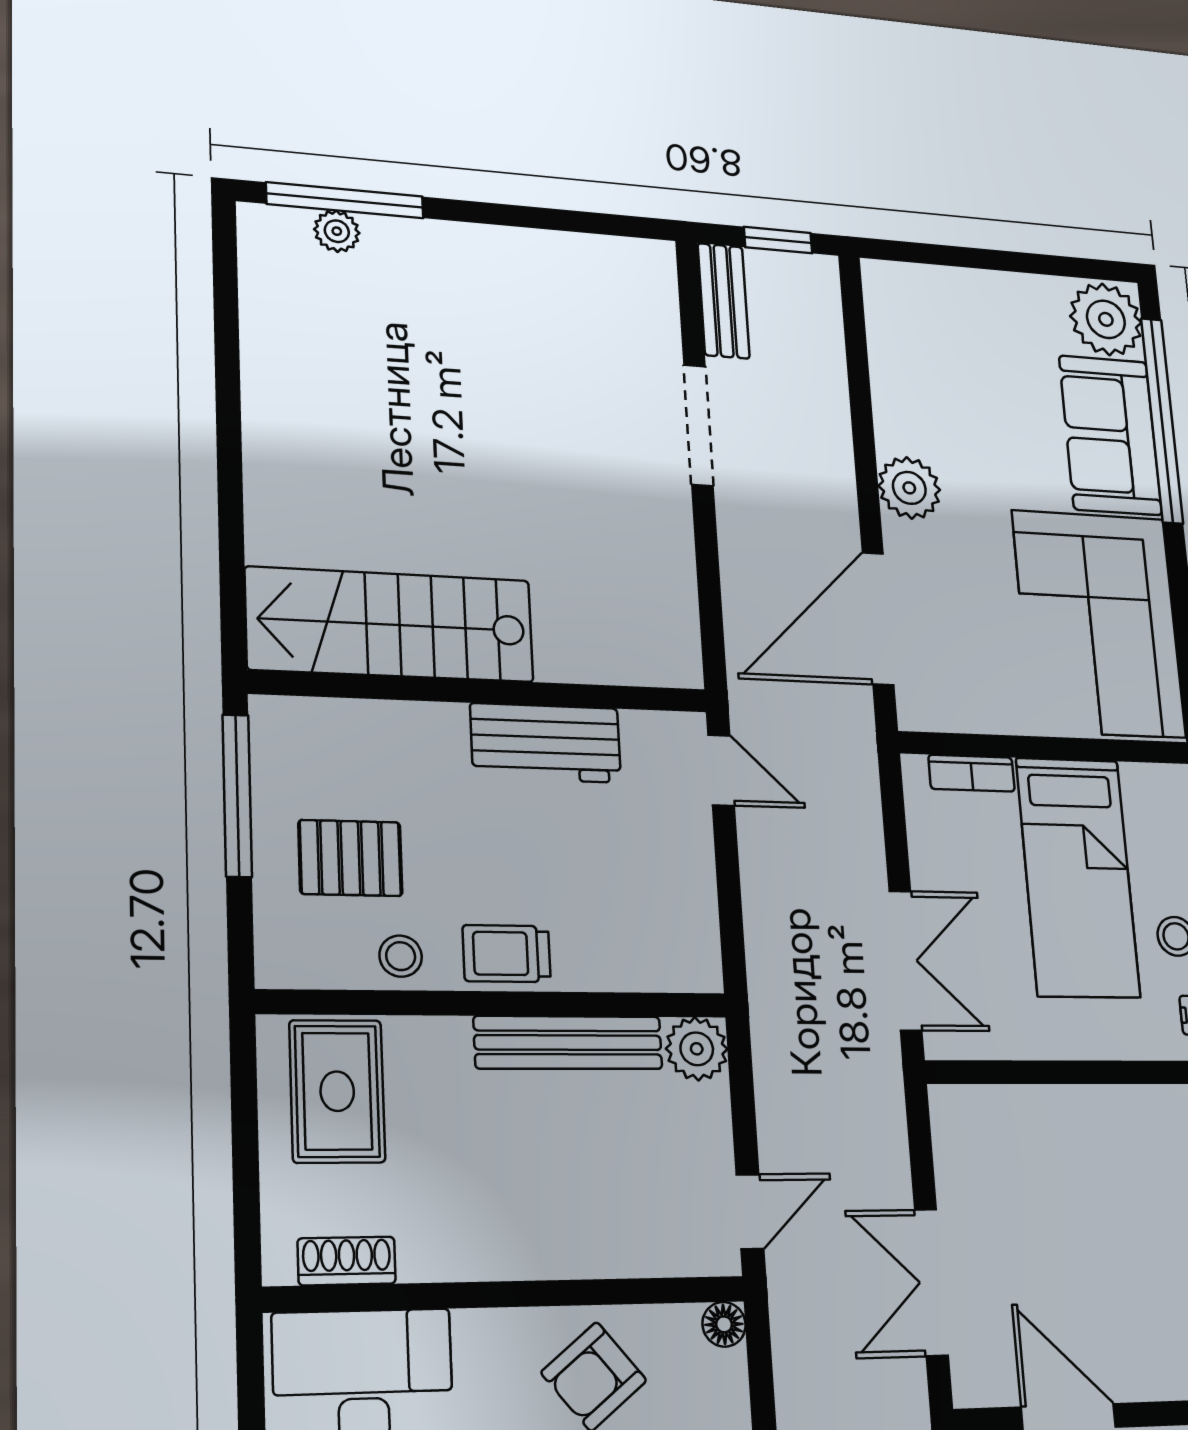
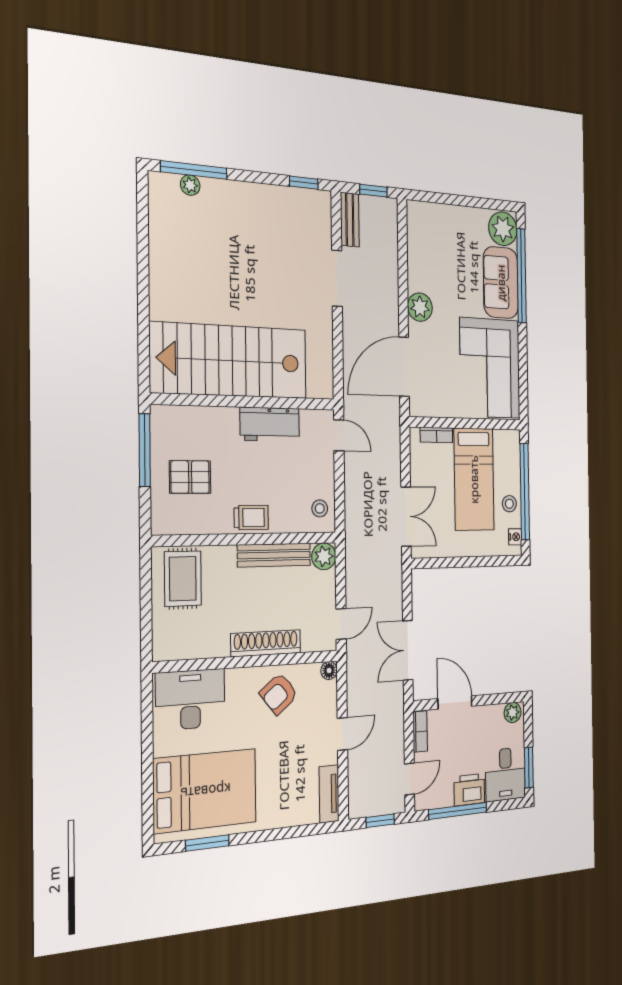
window: (608, 224) -> (304, 183), added
stairs: (390, 625) -> (229, 361), width x1.36, depth x1.51
trolley: (507, 954) -> (251, 517), turned 180
stool: (401, 956) -> (320, 508), moved
shoe rack: (347, 1261) -> (266, 643), moved, width x1.94, depth x1.24

